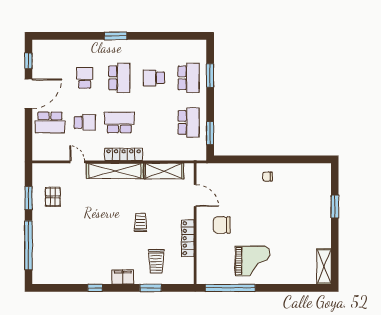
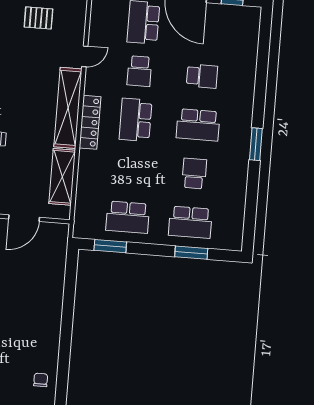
window: (116, 36) -> (256, 144), moved
school desk: (119, 122) -> (136, 120), turned 180
chair: (268, 177) -> (41, 380), moved

